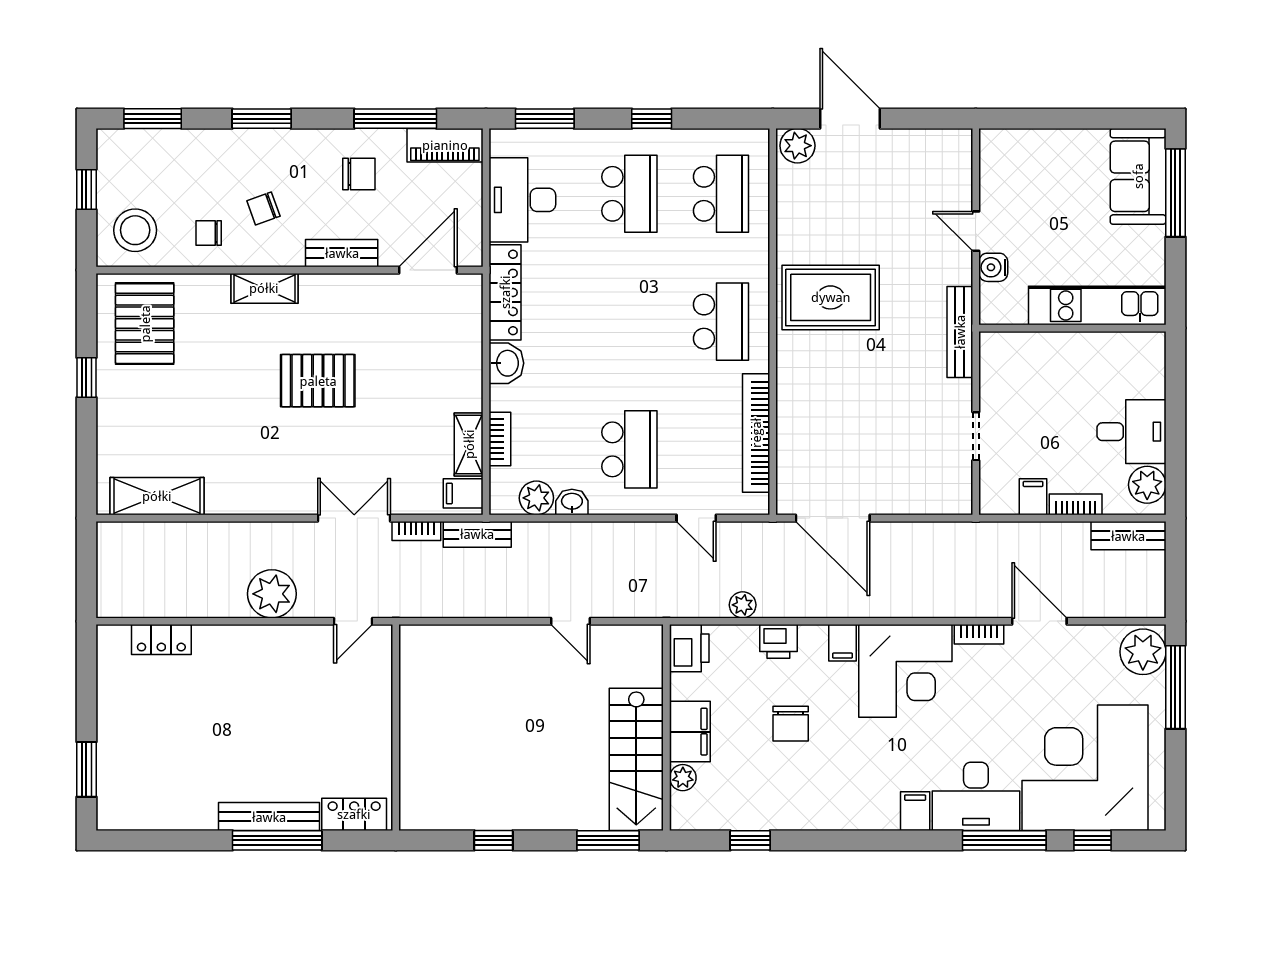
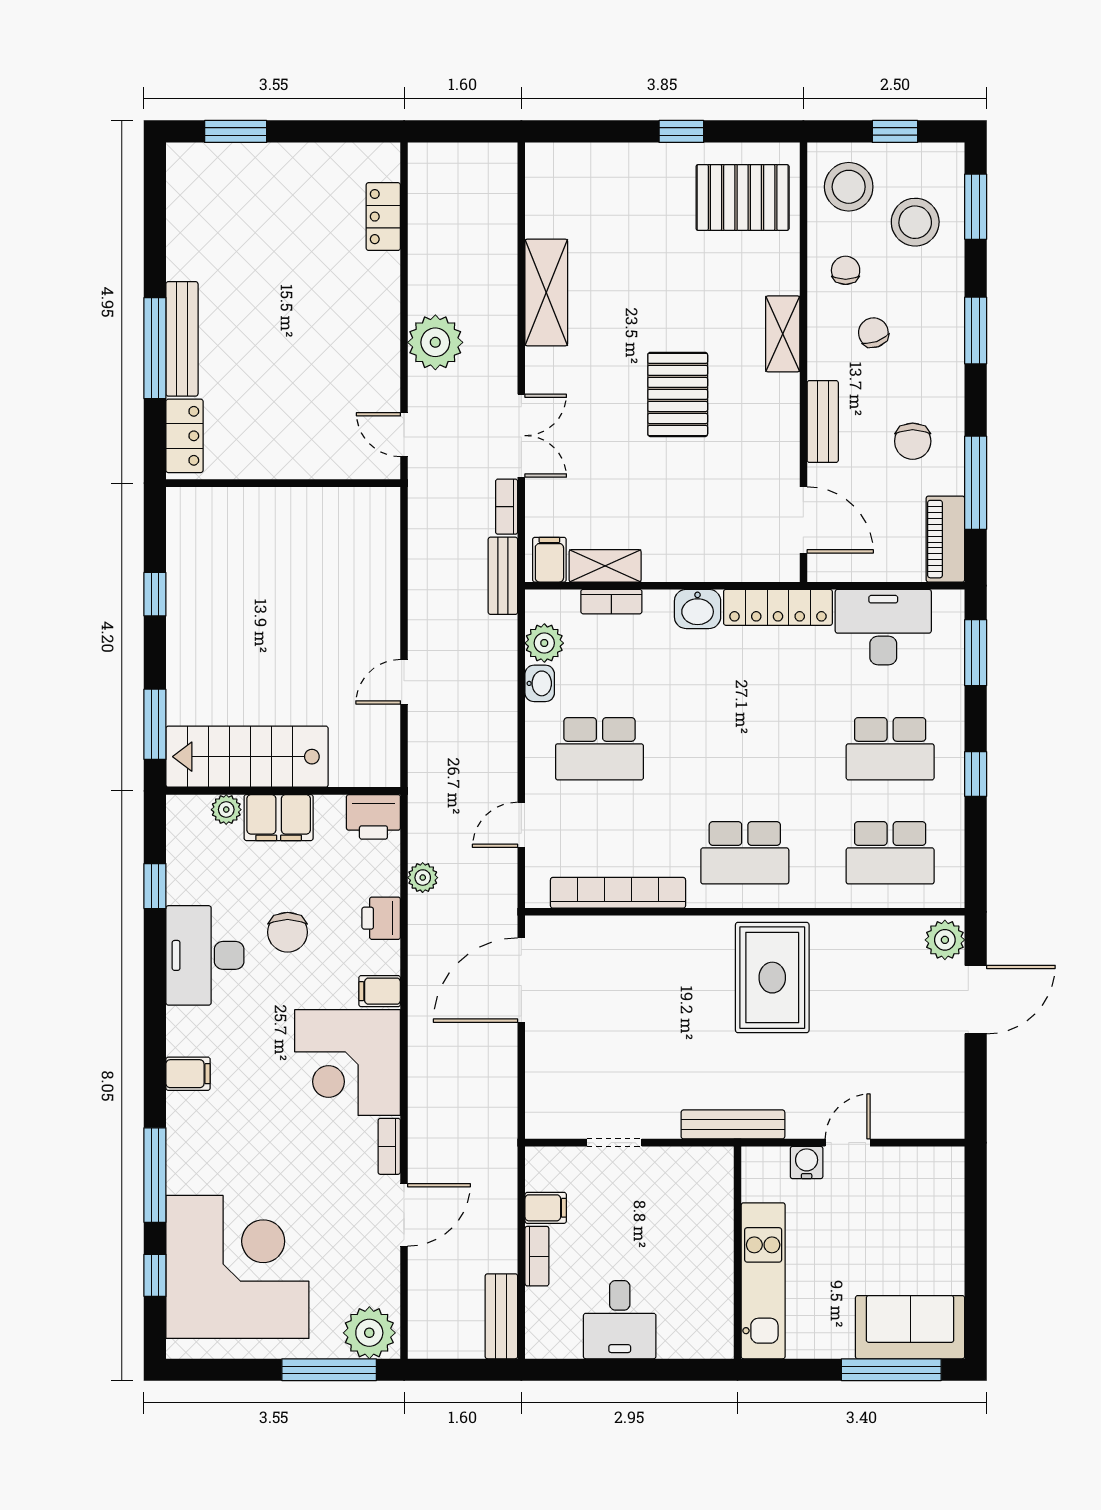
stool: (166, 172) -> (915, 222), added
plant: (1147, 485) -> (559, 1338), removed
shelving: (157, 496) -> (546, 293), moved
chair: (791, 724) -> (288, 932), turned -90
desk: (976, 796) -> (205, 955), moved

